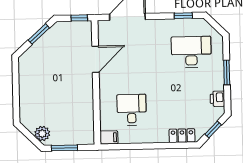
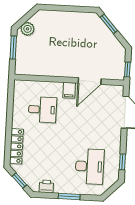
window: (39, 34) -> (109, 24), moved
door: (95, 59) -> (90, 81), hinge flipped
locker: (182, 136) -> (16, 146), width x1.53
filing cabinet: (109, 137) -> (69, 90), moved

